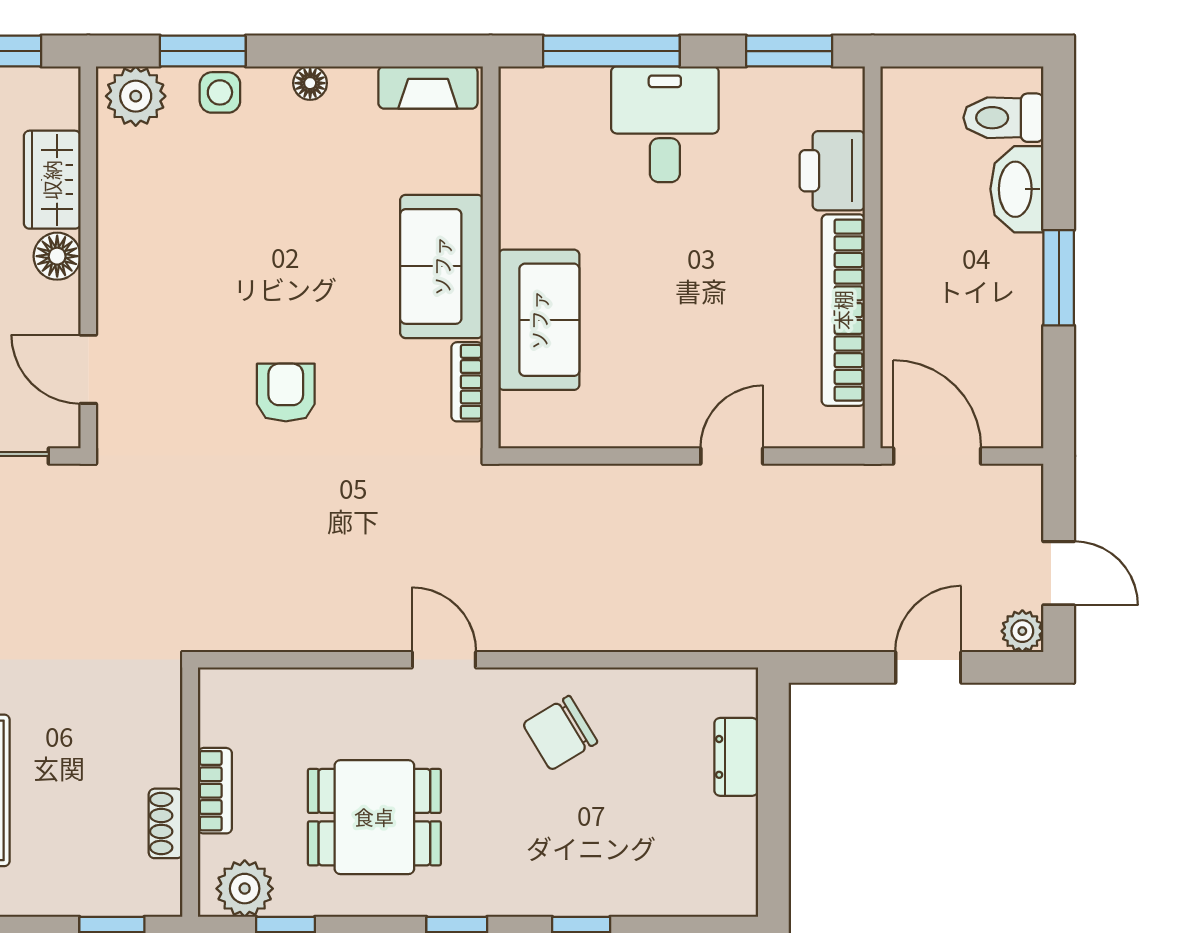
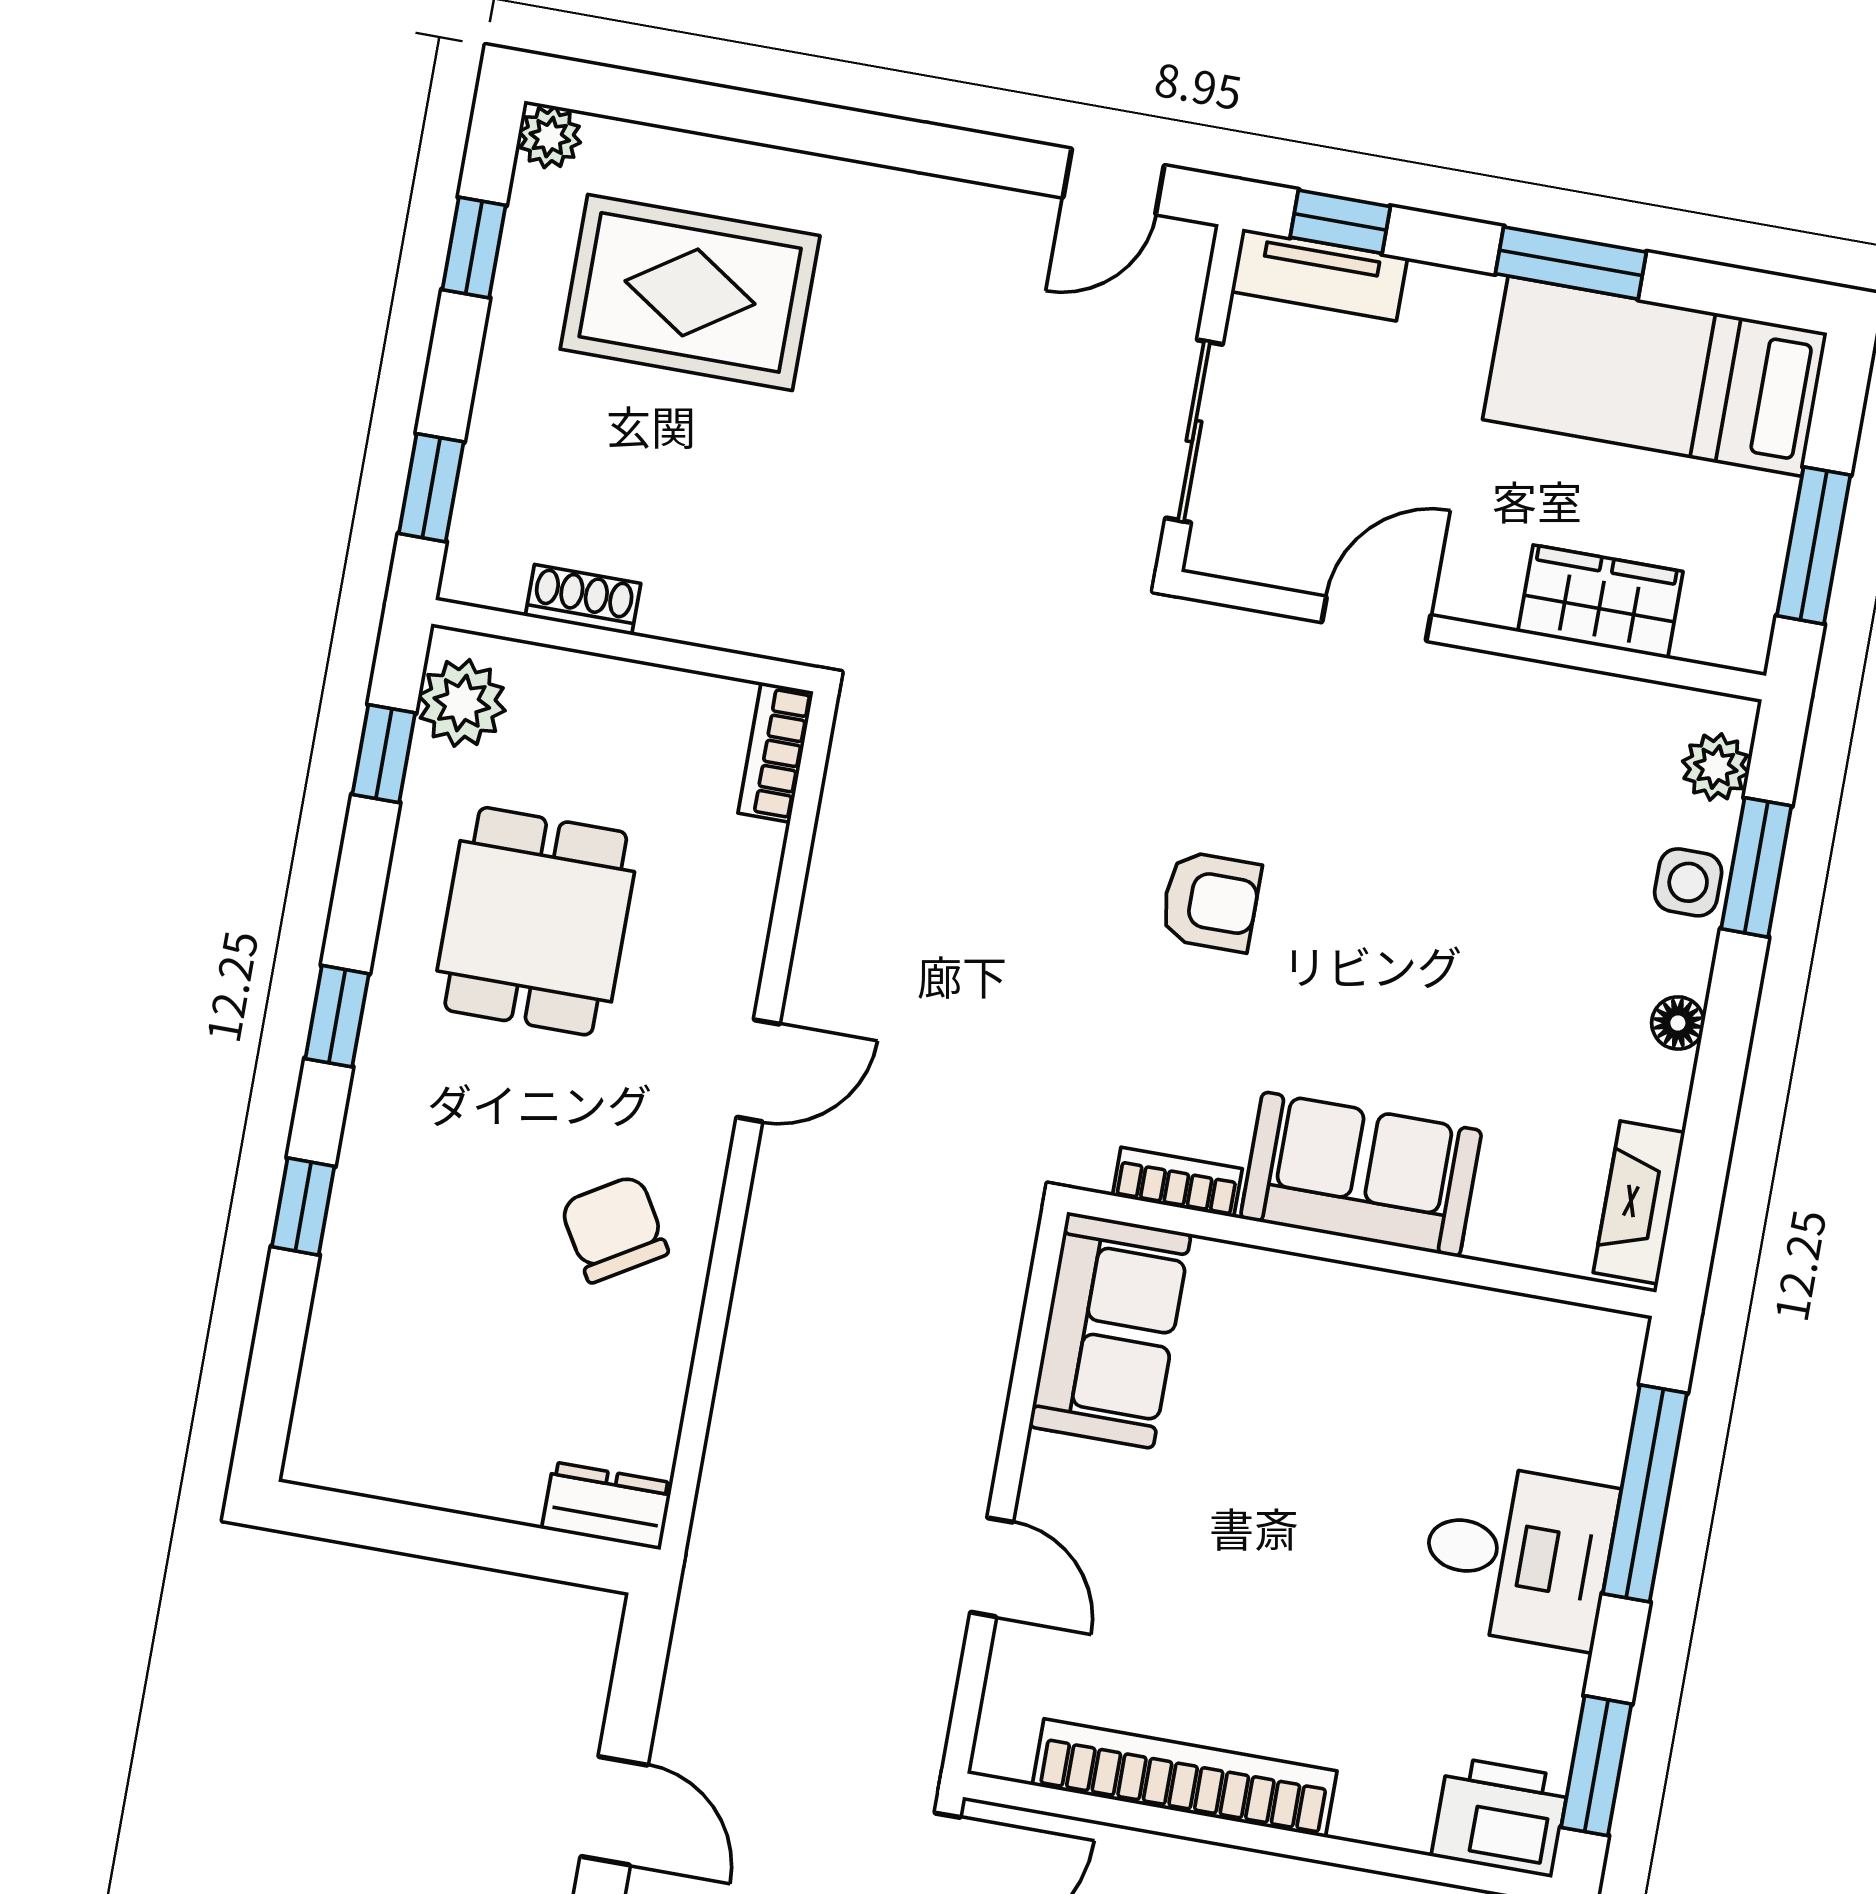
plant: (136, 96) -> (1716, 767), width x0.73, depth x0.73
printer: (832, 171) -> (1500, 1817), moved
floor lamp: (57, 256) -> (1482, 588), removed
sofa: (539, 320) -> (1110, 1330), moved, turned -90
door: (88, 369) -> (1376, 619), moved
dresser: (736, 757) -> (607, 1506), moved
bookcase: (215, 791) -> (776, 752), moved, turned 90

